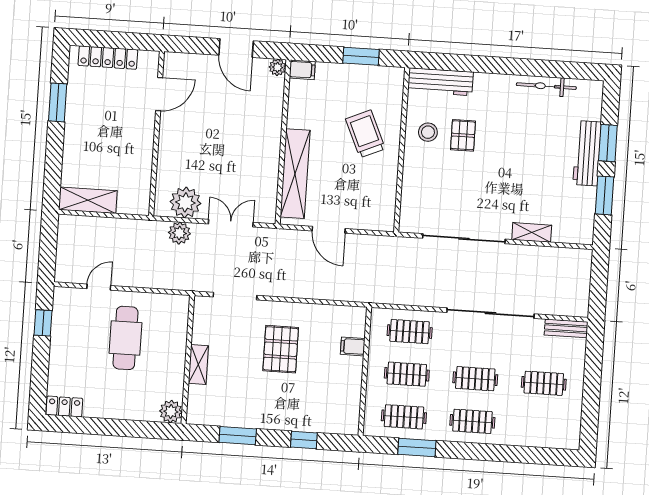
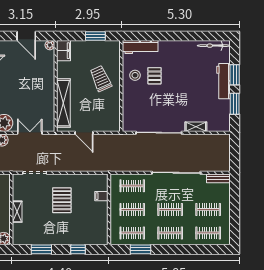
filing cabinet: (302, 70) -> (64, 51), width x2.00
bicycle: (546, 86) -> (214, 46), moved
clothes rail: (541, 426) -> (208, 233), added

